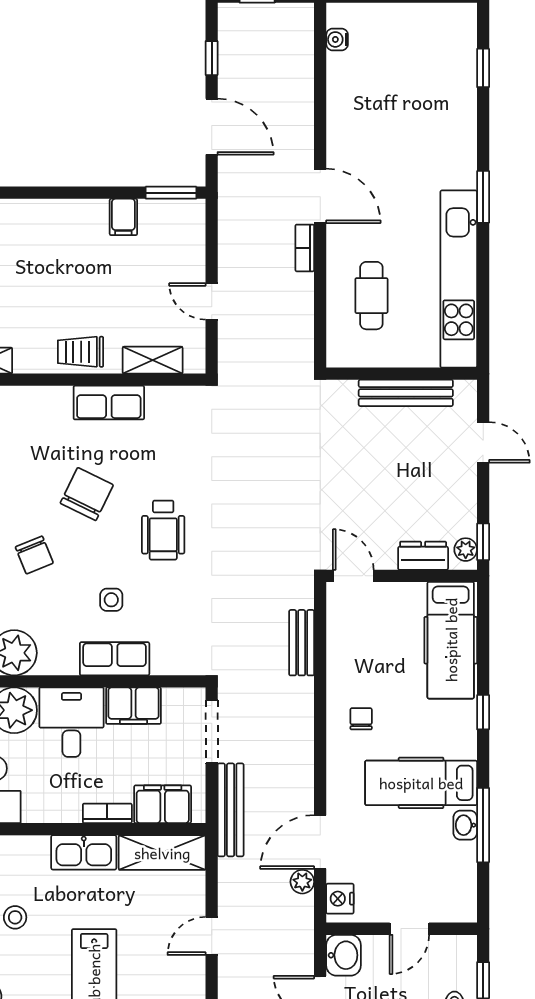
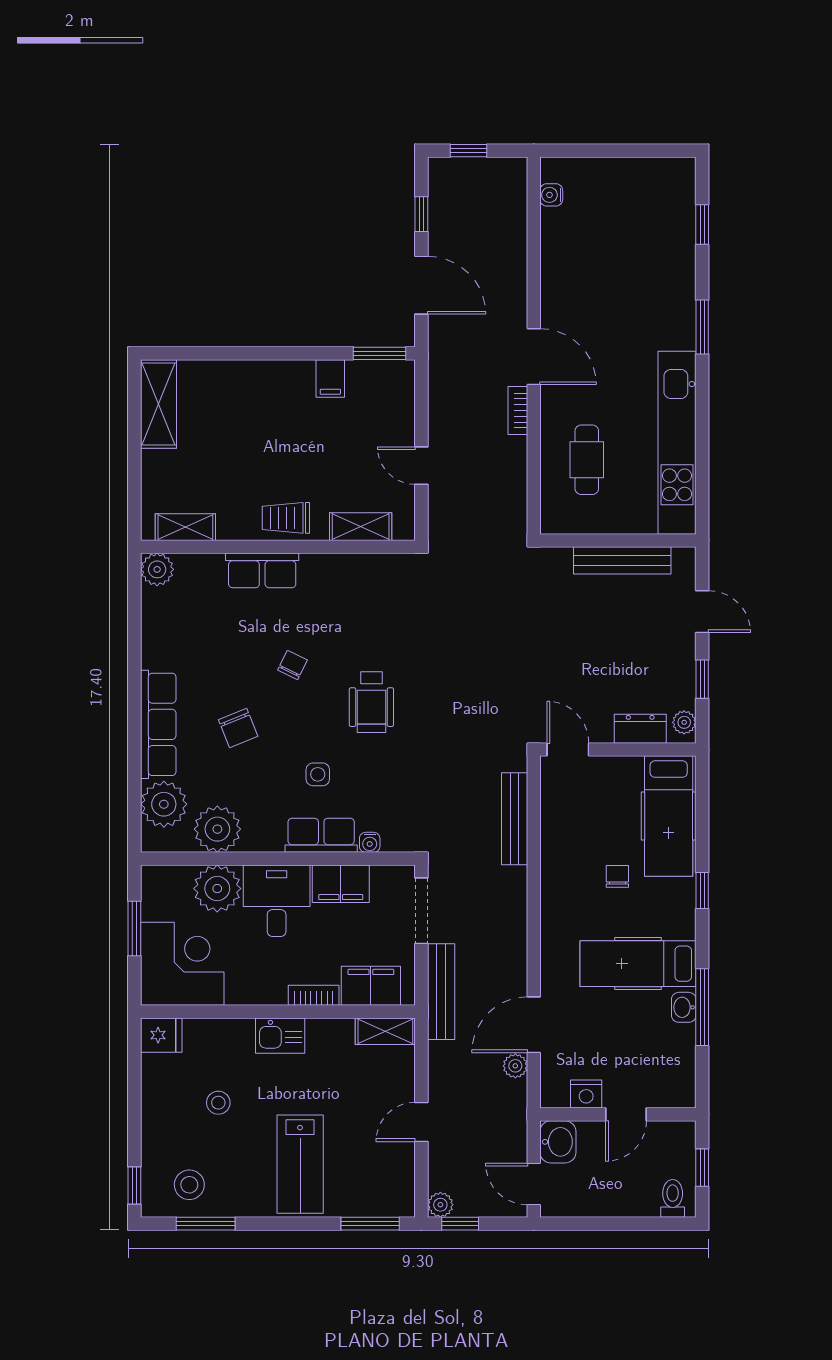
window: (483, 197) -> (702, 327), moved
row of seats: (109, 403) -> (262, 570), moved
chair: (87, 494) -> (292, 665), width x0.54, depth x0.54
window: (483, 542) -> (702, 679), moved
bench: (302, 643) -> (515, 819), width x1.36
water cooler: (161, 666) -> (370, 842), added
chair: (361, 719) -> (617, 876), moved
kitchen sink: (84, 852) -> (280, 1036), width x0.73
shelving: (162, 853) -> (385, 1031), width x0.67, depth x0.75
nightstand: (340, 899) -> (586, 1094), moved, turned -90

